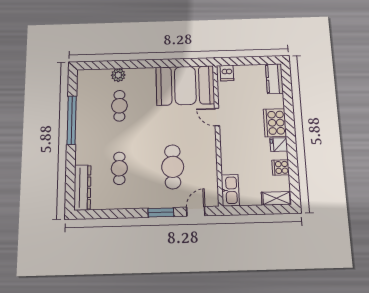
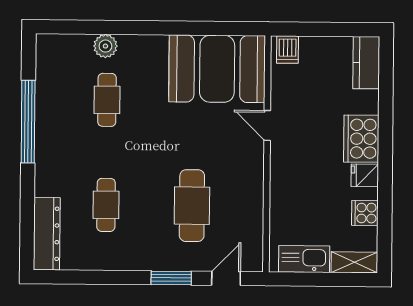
kitchen sink: (230, 190) -> (304, 259), moved, turned -90

